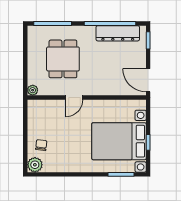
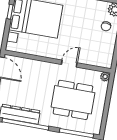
dining table: (63, 59) -> (73, 100), width x1.38

